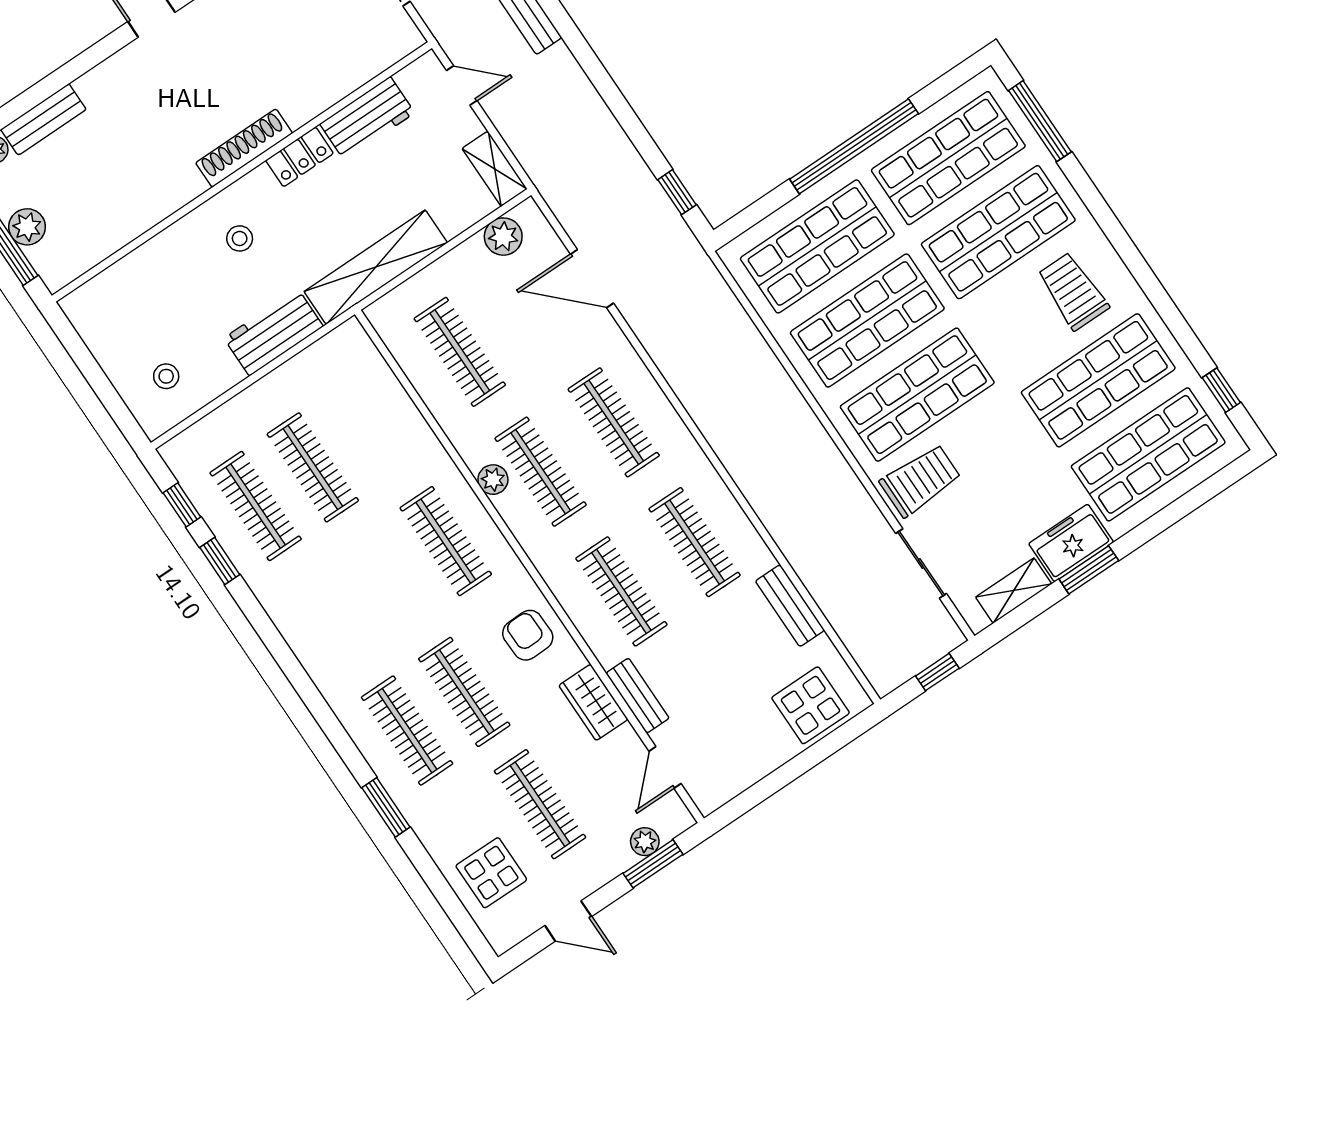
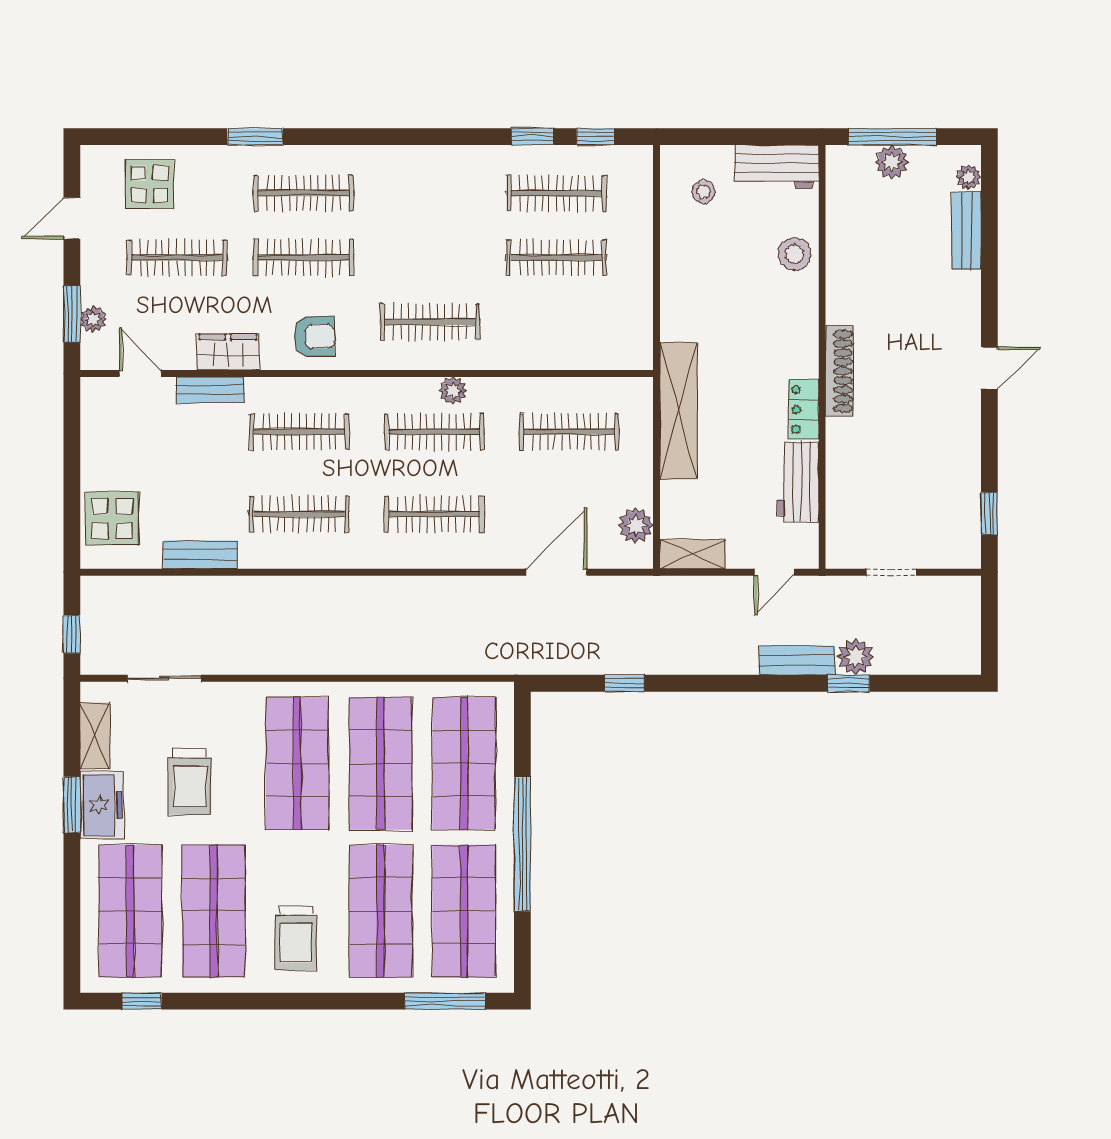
window: (677, 192) -> (624, 683), moved
stool: (240, 238) -> (795, 254), moved, width x1.37, depth x1.37
trolley: (1073, 291) -> (296, 938), turned 90
workbench: (274, 332) -> (777, 167), moved, turned 90
trolley: (920, 480) -> (190, 782), moved

